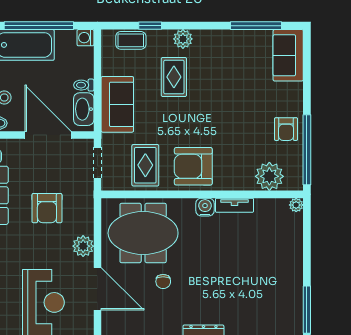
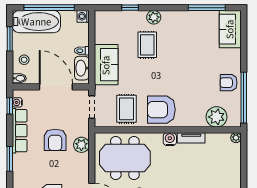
coffee table: (131, 40) -> (116, 18), removed
armchair: (286, 129) -> (229, 83), turned 90
plant: (83, 246) -> (81, 145), moved

